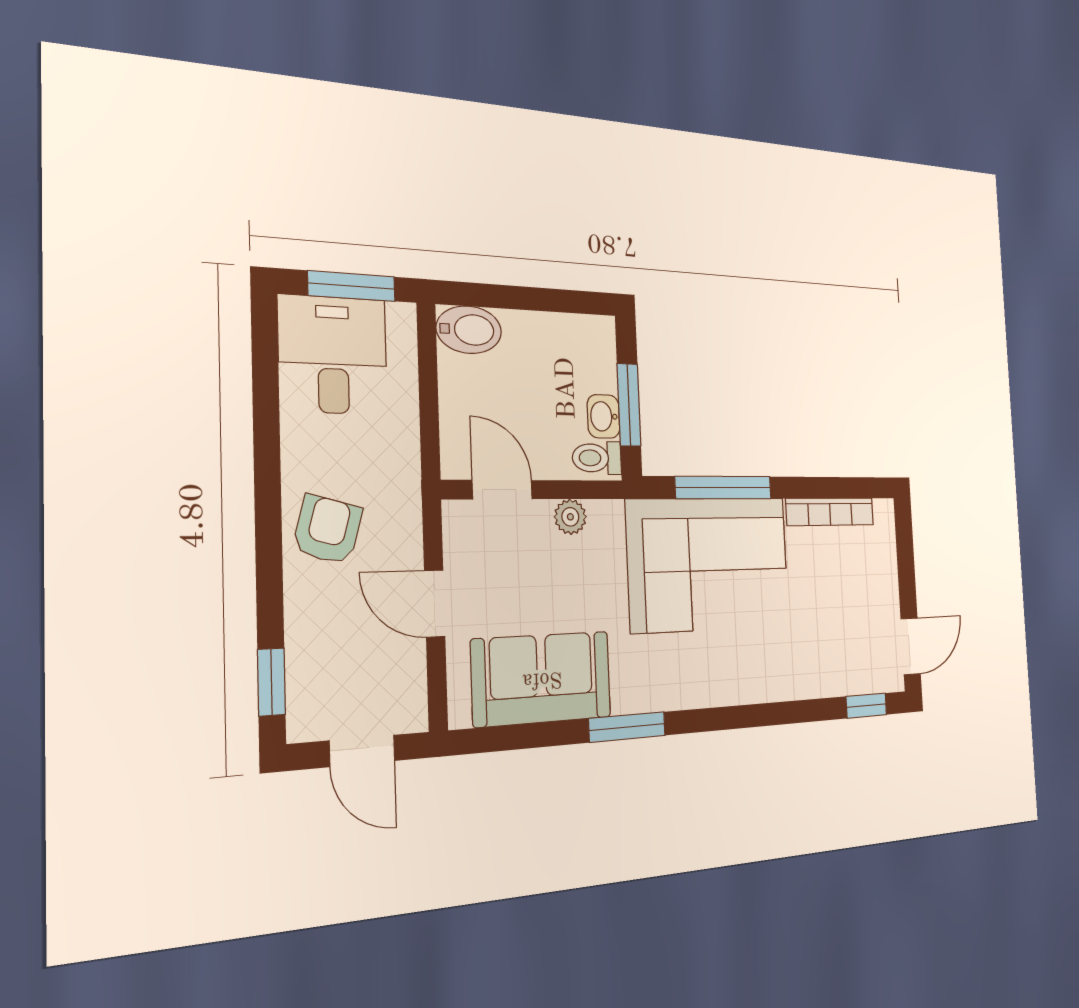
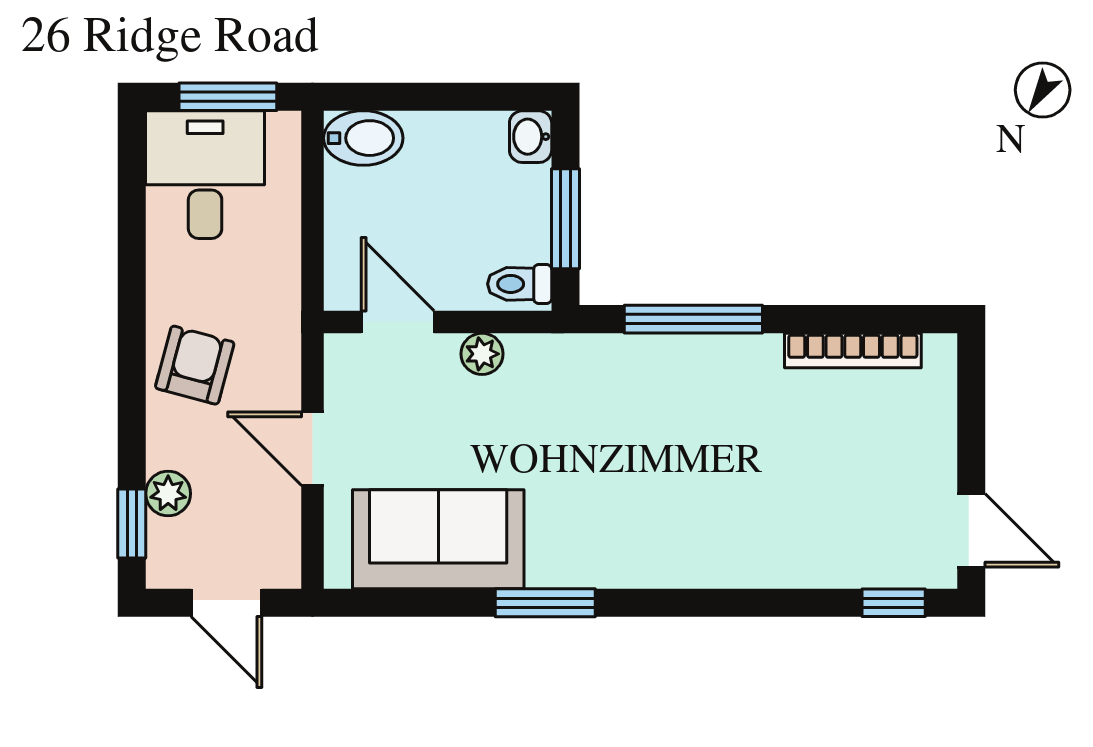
washbasin: (603, 416) -> (531, 137), moved
corner sofa: (709, 564) -> (667, 414), removed
door: (911, 646) -> (971, 530), hinge flipped
plant: (305, 651) -> (168, 494), added

